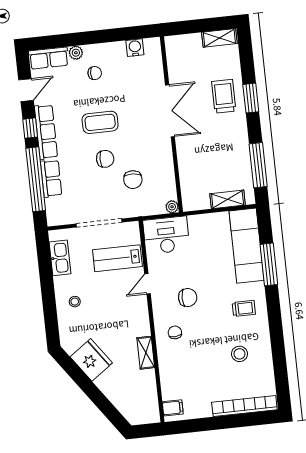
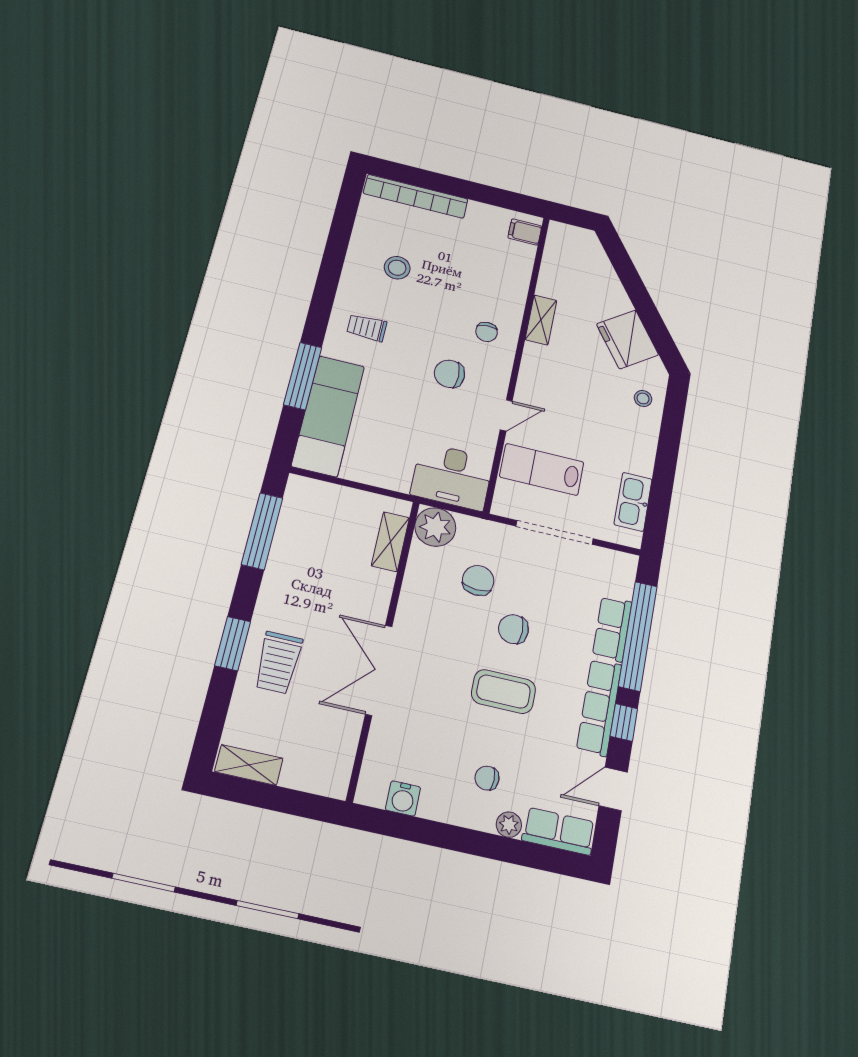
shelving: (228, 199) -> (390, 542), moved, turned 90
plant: (172, 207) -> (435, 527), width x1.87, depth x1.87
lab bench: (117, 258) -> (542, 469), turned 180
stool: (75, 302) -> (643, 398), moved

